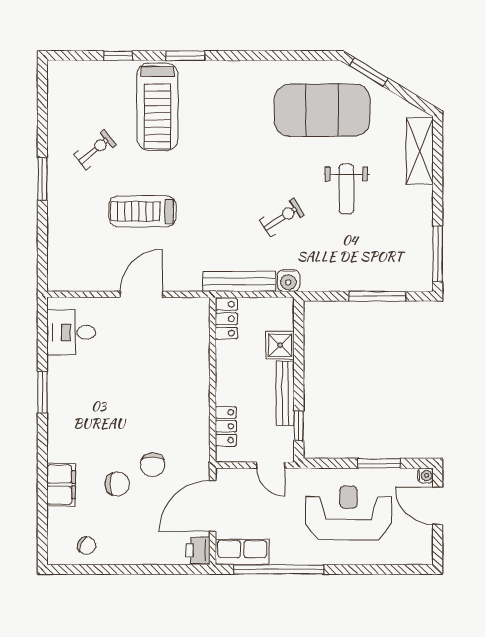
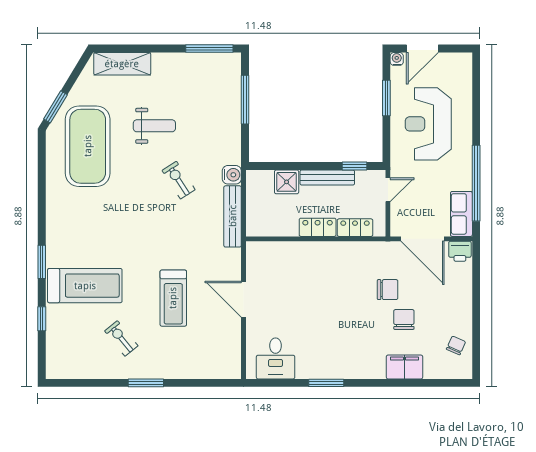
locker: (226, 319) -> (318, 227), moved

